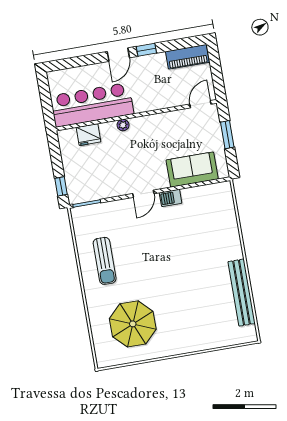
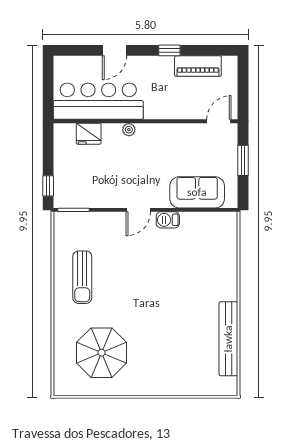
door: (118, 55) -> (115, 50), moved
piano: (187, 57) -> (198, 66), moved

